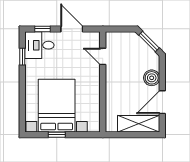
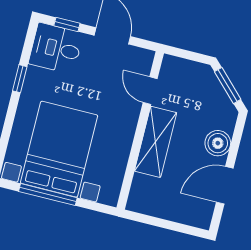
window: (22, 57) -> (20, 79), moved
shelving: (139, 124) -> (156, 142), moved, turned 90
window: (57, 135) -> (48, 195), width x2.17

